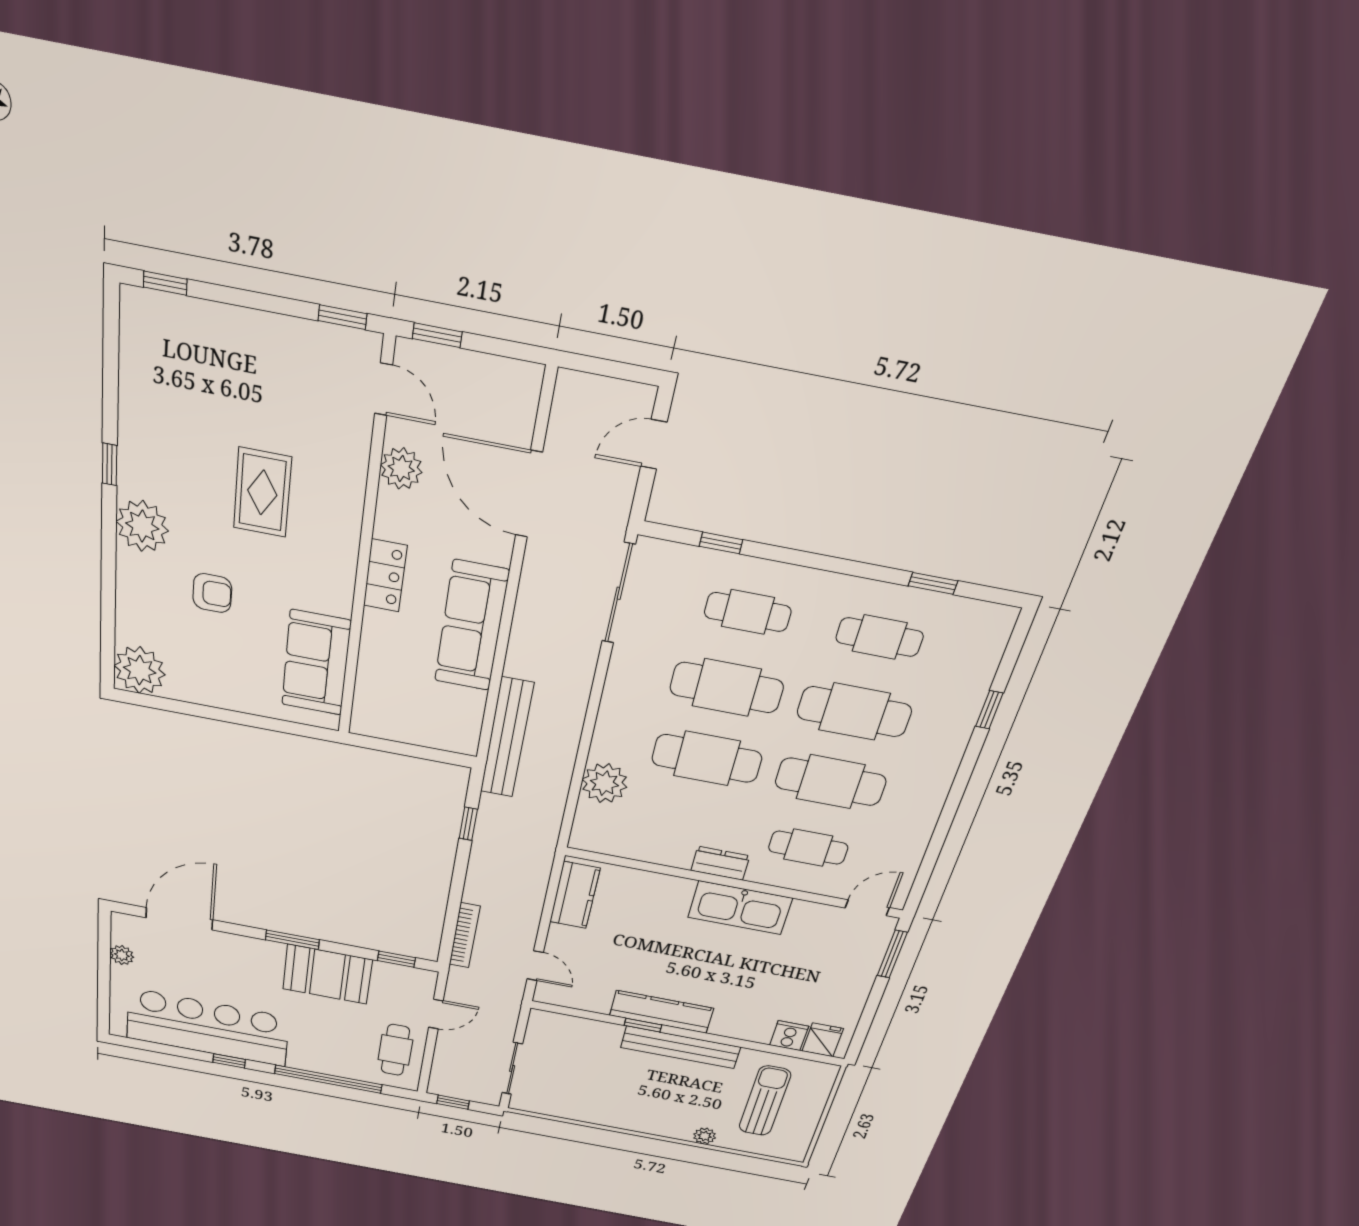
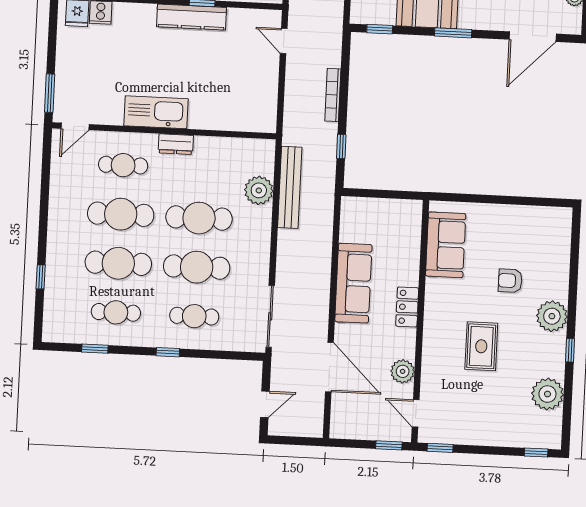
window: (721, 543) -> (168, 352), moved
plant: (140, 670) -> (547, 394), moved
bench: (507, 738) -> (290, 187), moved
kitchen counter: (575, 895) -> (265, 103), removed
bookcase: (465, 935) -> (333, 95), moved

